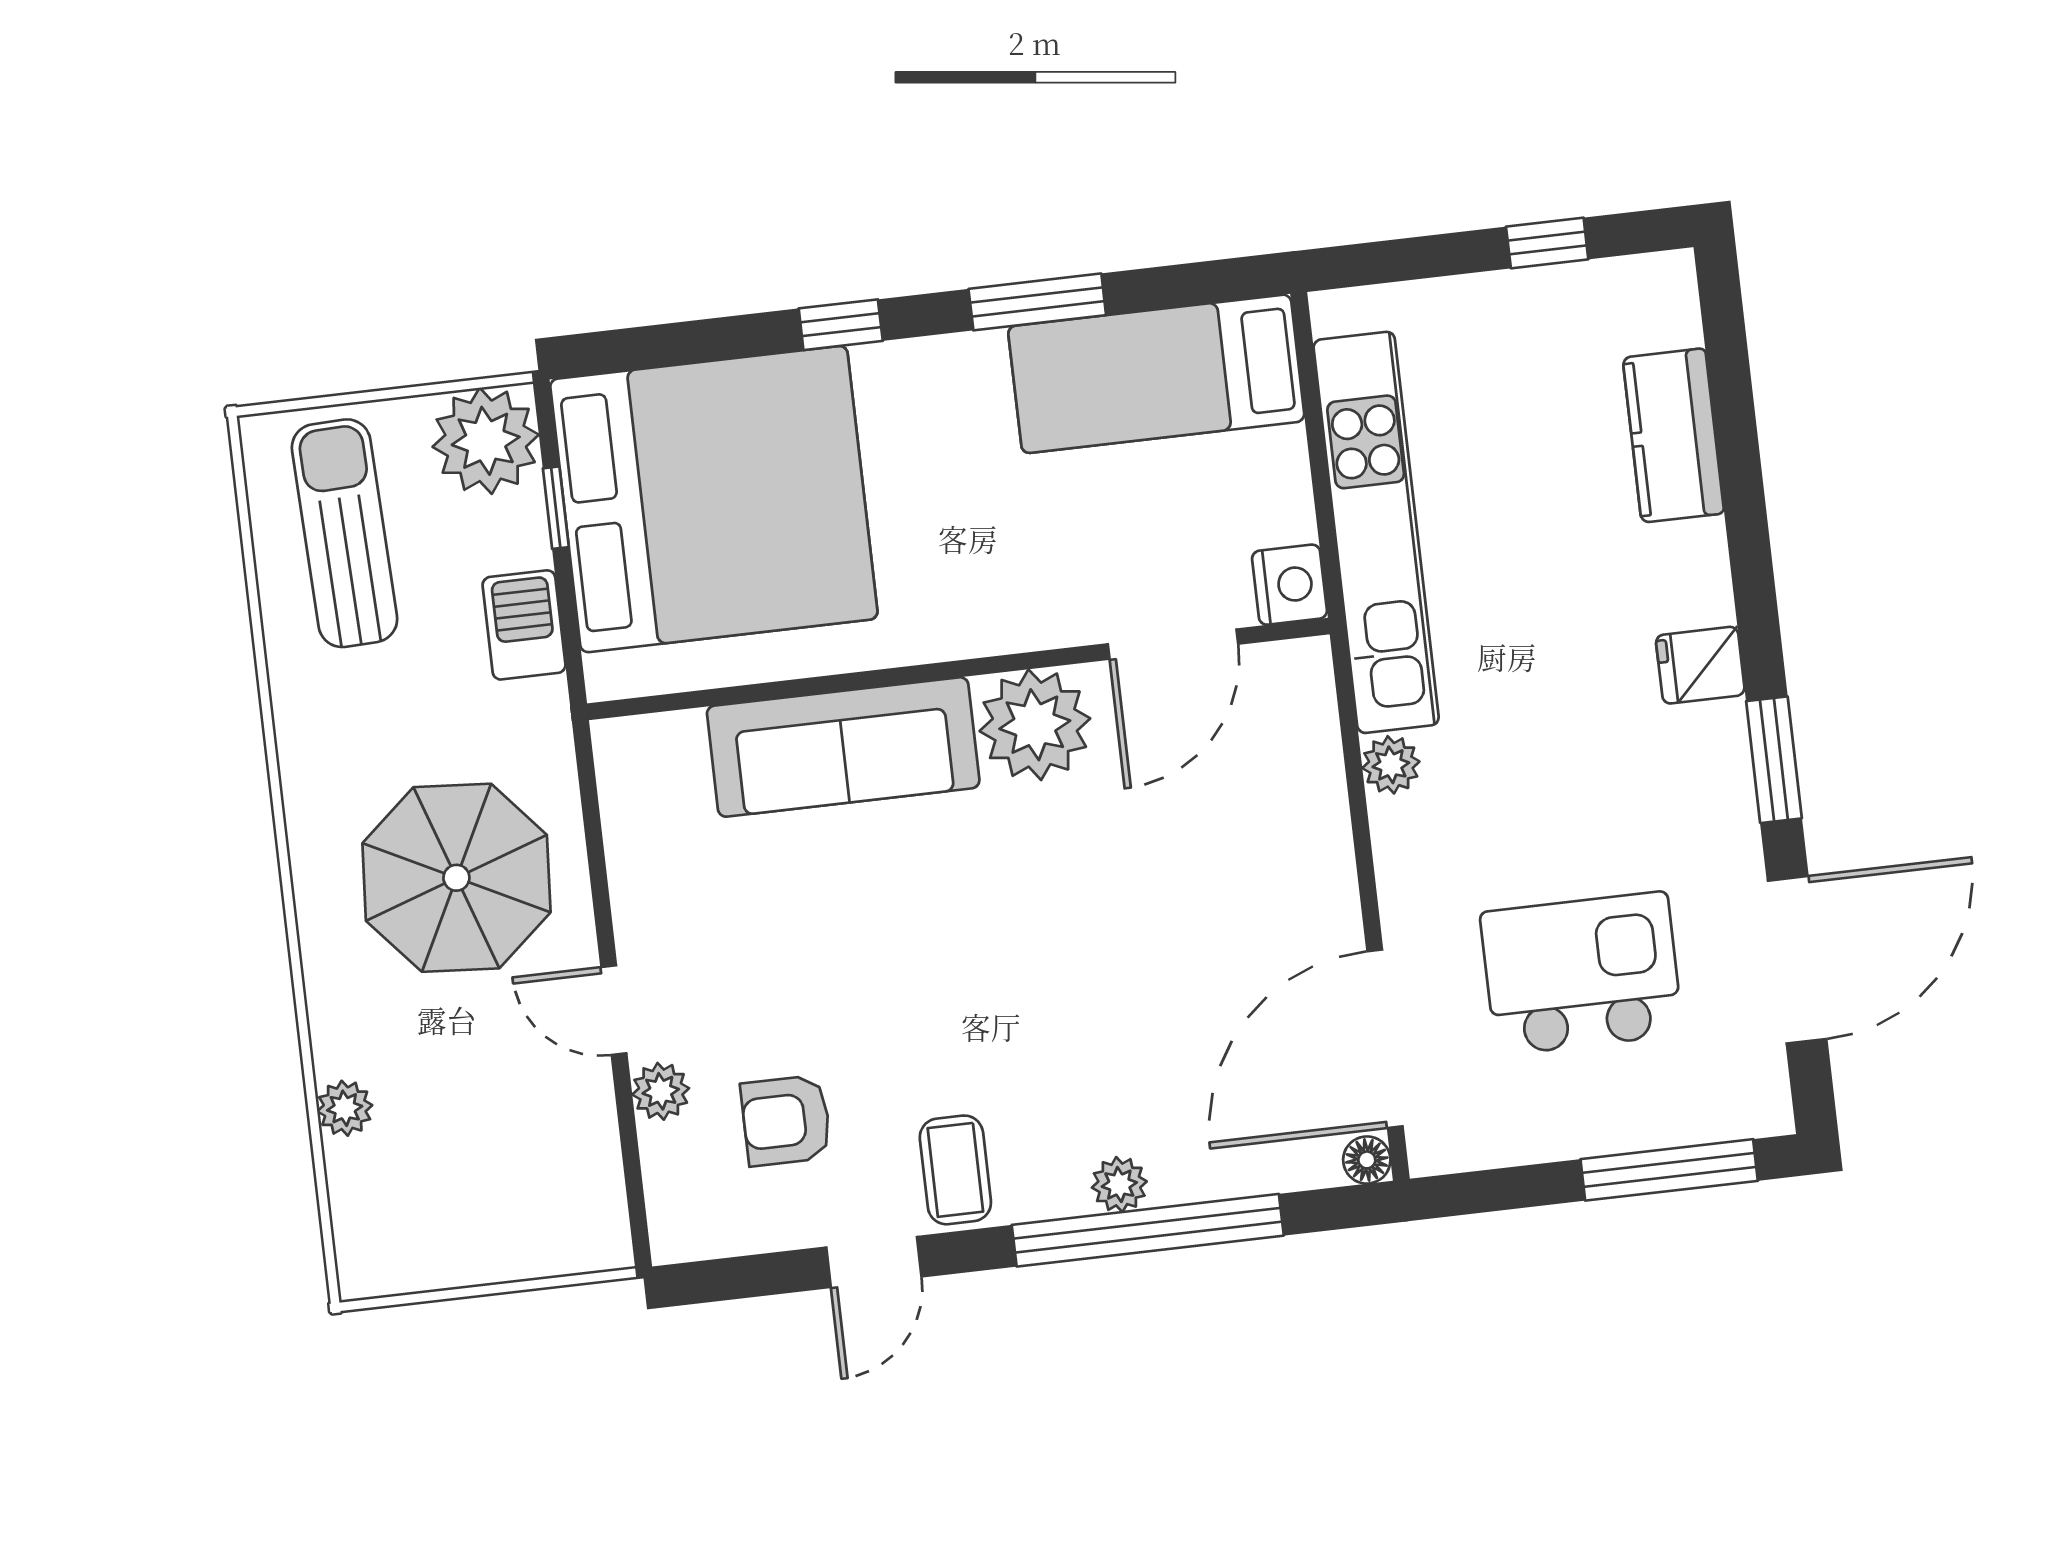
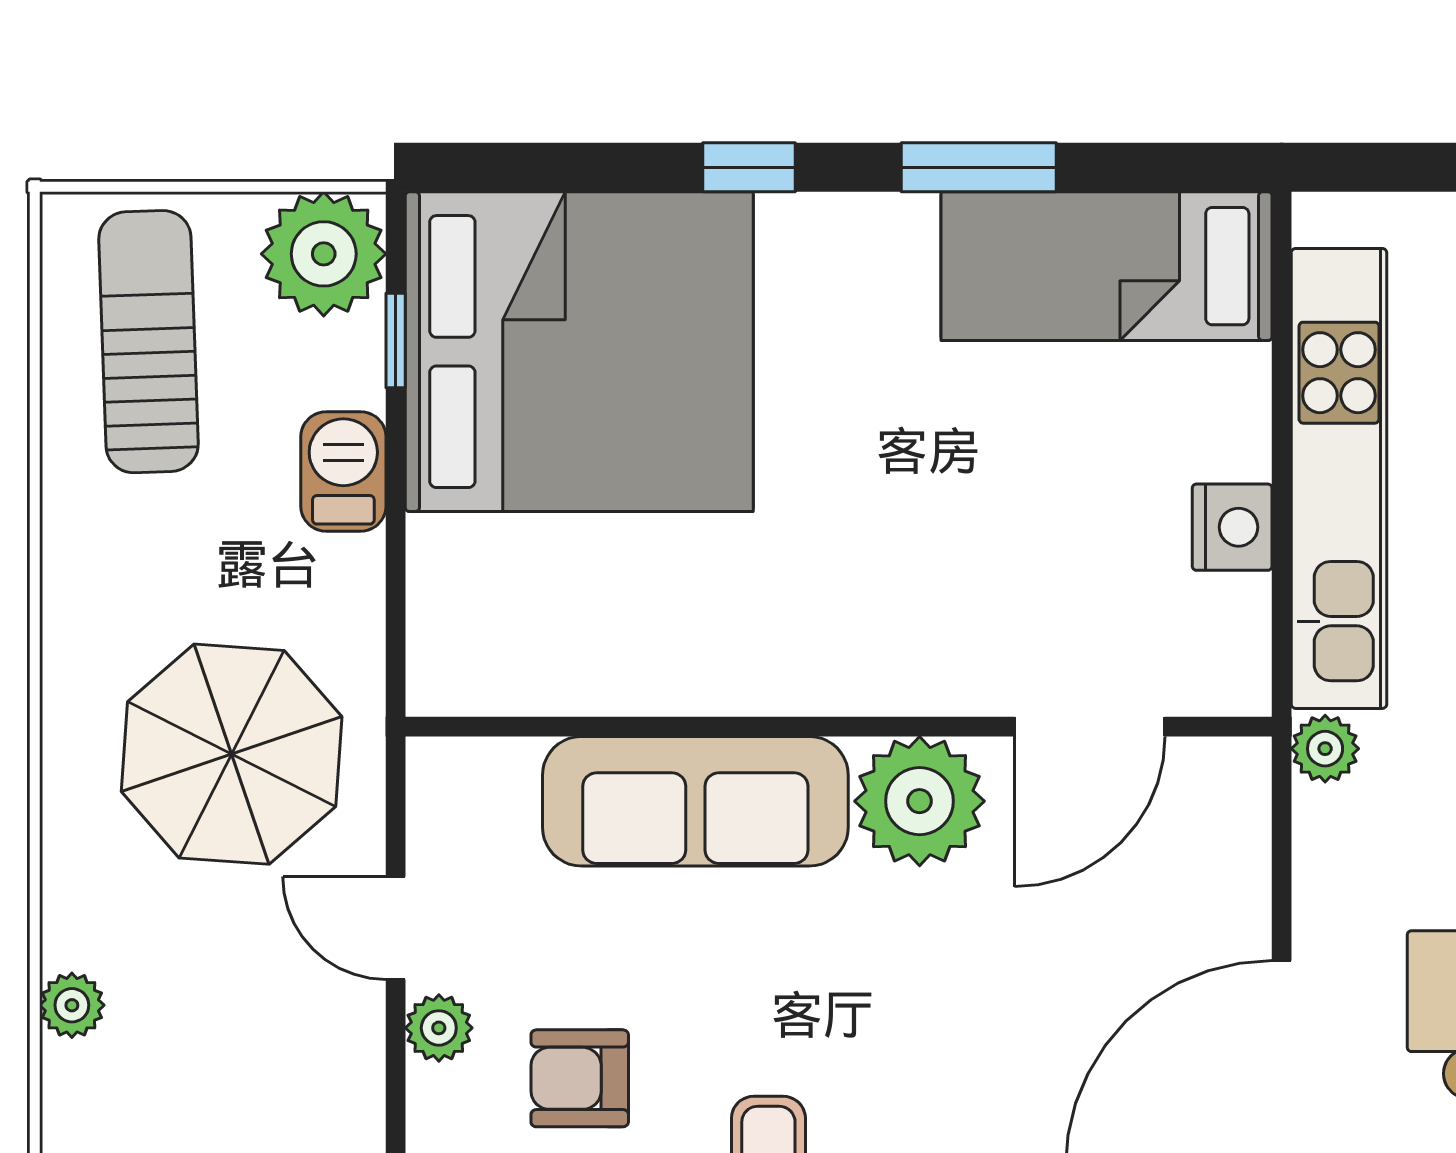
door: (1173, 644) -> (1090, 727), moved
wall: (958, 669) -> (839, 727), moved
plant: (1035, 725) -> (920, 801), moved
sofa: (843, 747) -> (695, 801), moved

